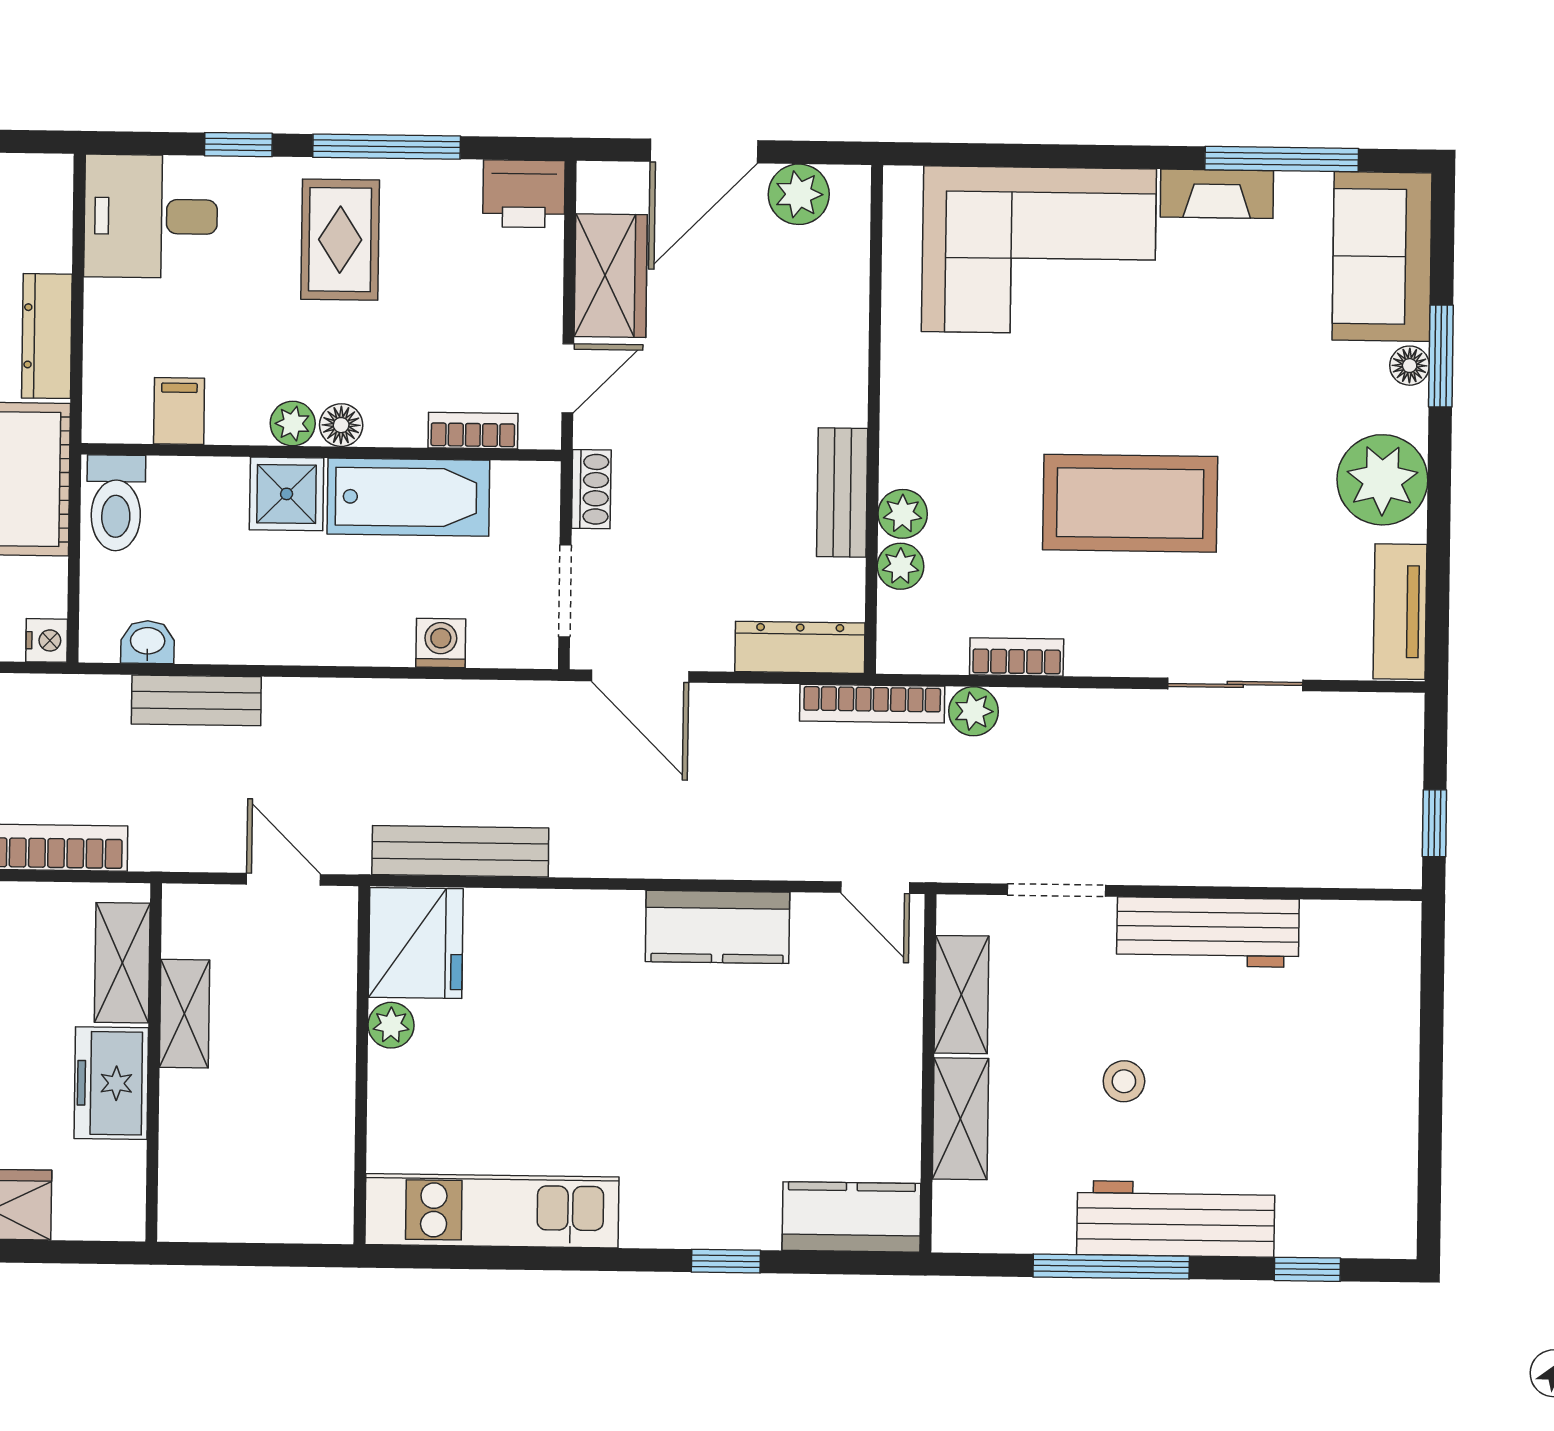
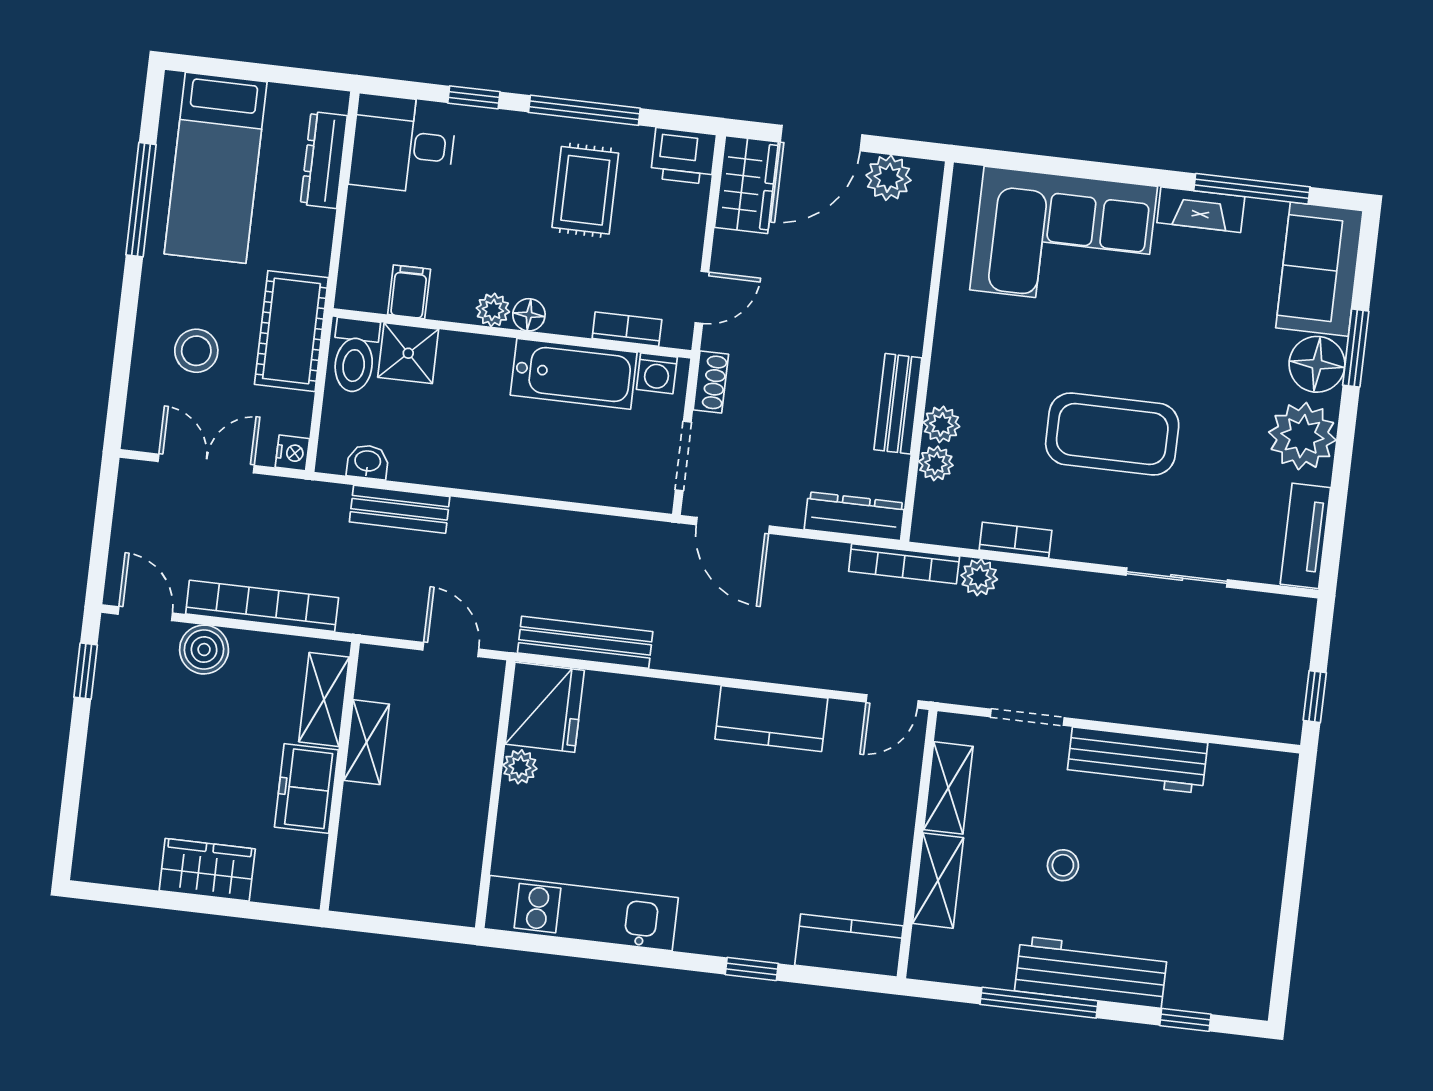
rug: (340, 240) -> (585, 190), moved
wardrobe: (611, 276) -> (746, 185), moved
dresser: (47, 336) -> (324, 160), moved
floor lamp: (1410, 366) -> (1317, 364), width x1.89, depth x1.89
shower: (287, 494) -> (408, 353), moved
washing machine: (441, 643) -> (657, 373), moved, turned 180
door: (875, 888) -> (892, 701), hinge flipped

